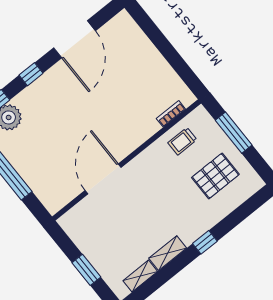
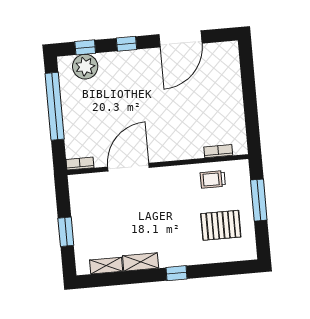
bookcase: (60, 204) -> (80, 164), added

